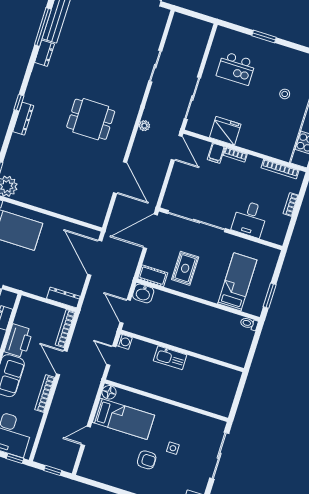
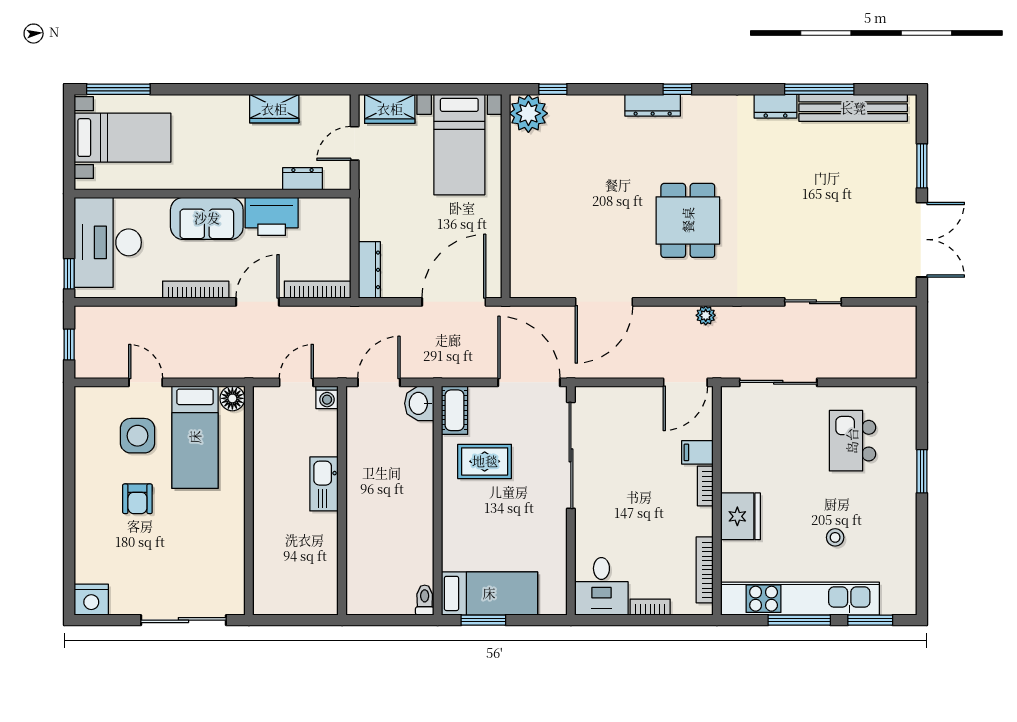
fridge: (225, 131) -> (740, 516), moved
desk: (250, 219) -> (601, 586), moved, turned -90
bed: (237, 282) -> (489, 593), moved
side table: (173, 448) -> (137, 436), moved, width x1.87, depth x1.87

